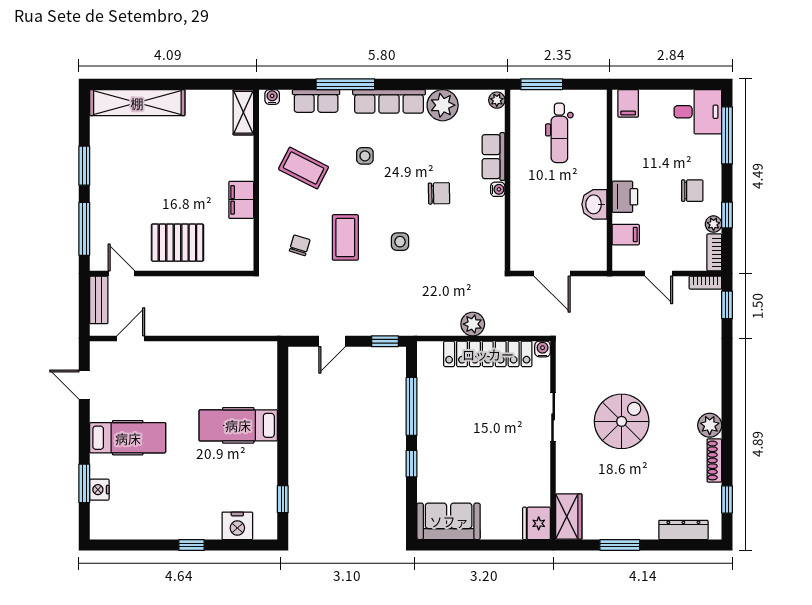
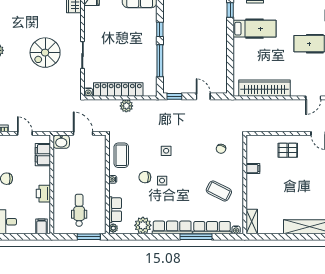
row of seats: (316, 101) -> (212, 228), width x1.48
side table: (365, 156) -> (162, 181), moved
row of seats: (494, 157) -> (115, 210), moved
printer: (625, 197) -> (43, 194), moved
filing cabinet: (241, 200) -> (253, 169), width x0.50
washbasin: (594, 204) -> (61, 142), moved, turned 90
filing cabinet: (626, 235) -> (43, 155), width x2.00
coffee table: (345, 237) -> (121, 155), moved
pallet: (177, 243) -> (288, 150), width x0.67, depth x0.71
door: (332, 341) -> (203, 96), hinge flipped
wardrobe: (220, 356) -> (265, 88), added
hospital bed: (238, 425) -> (255, 29), moved

